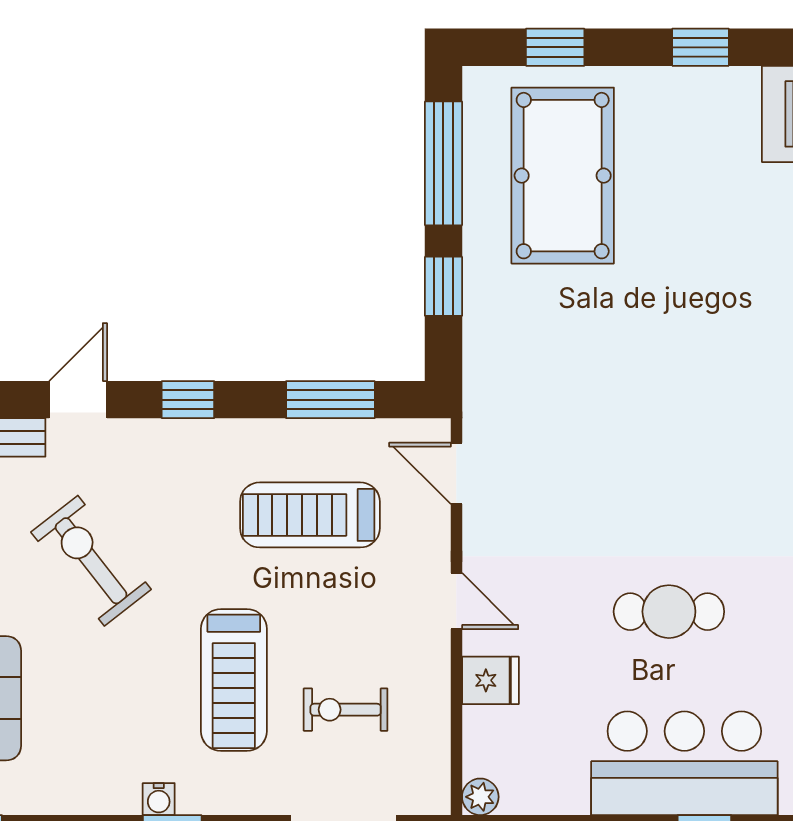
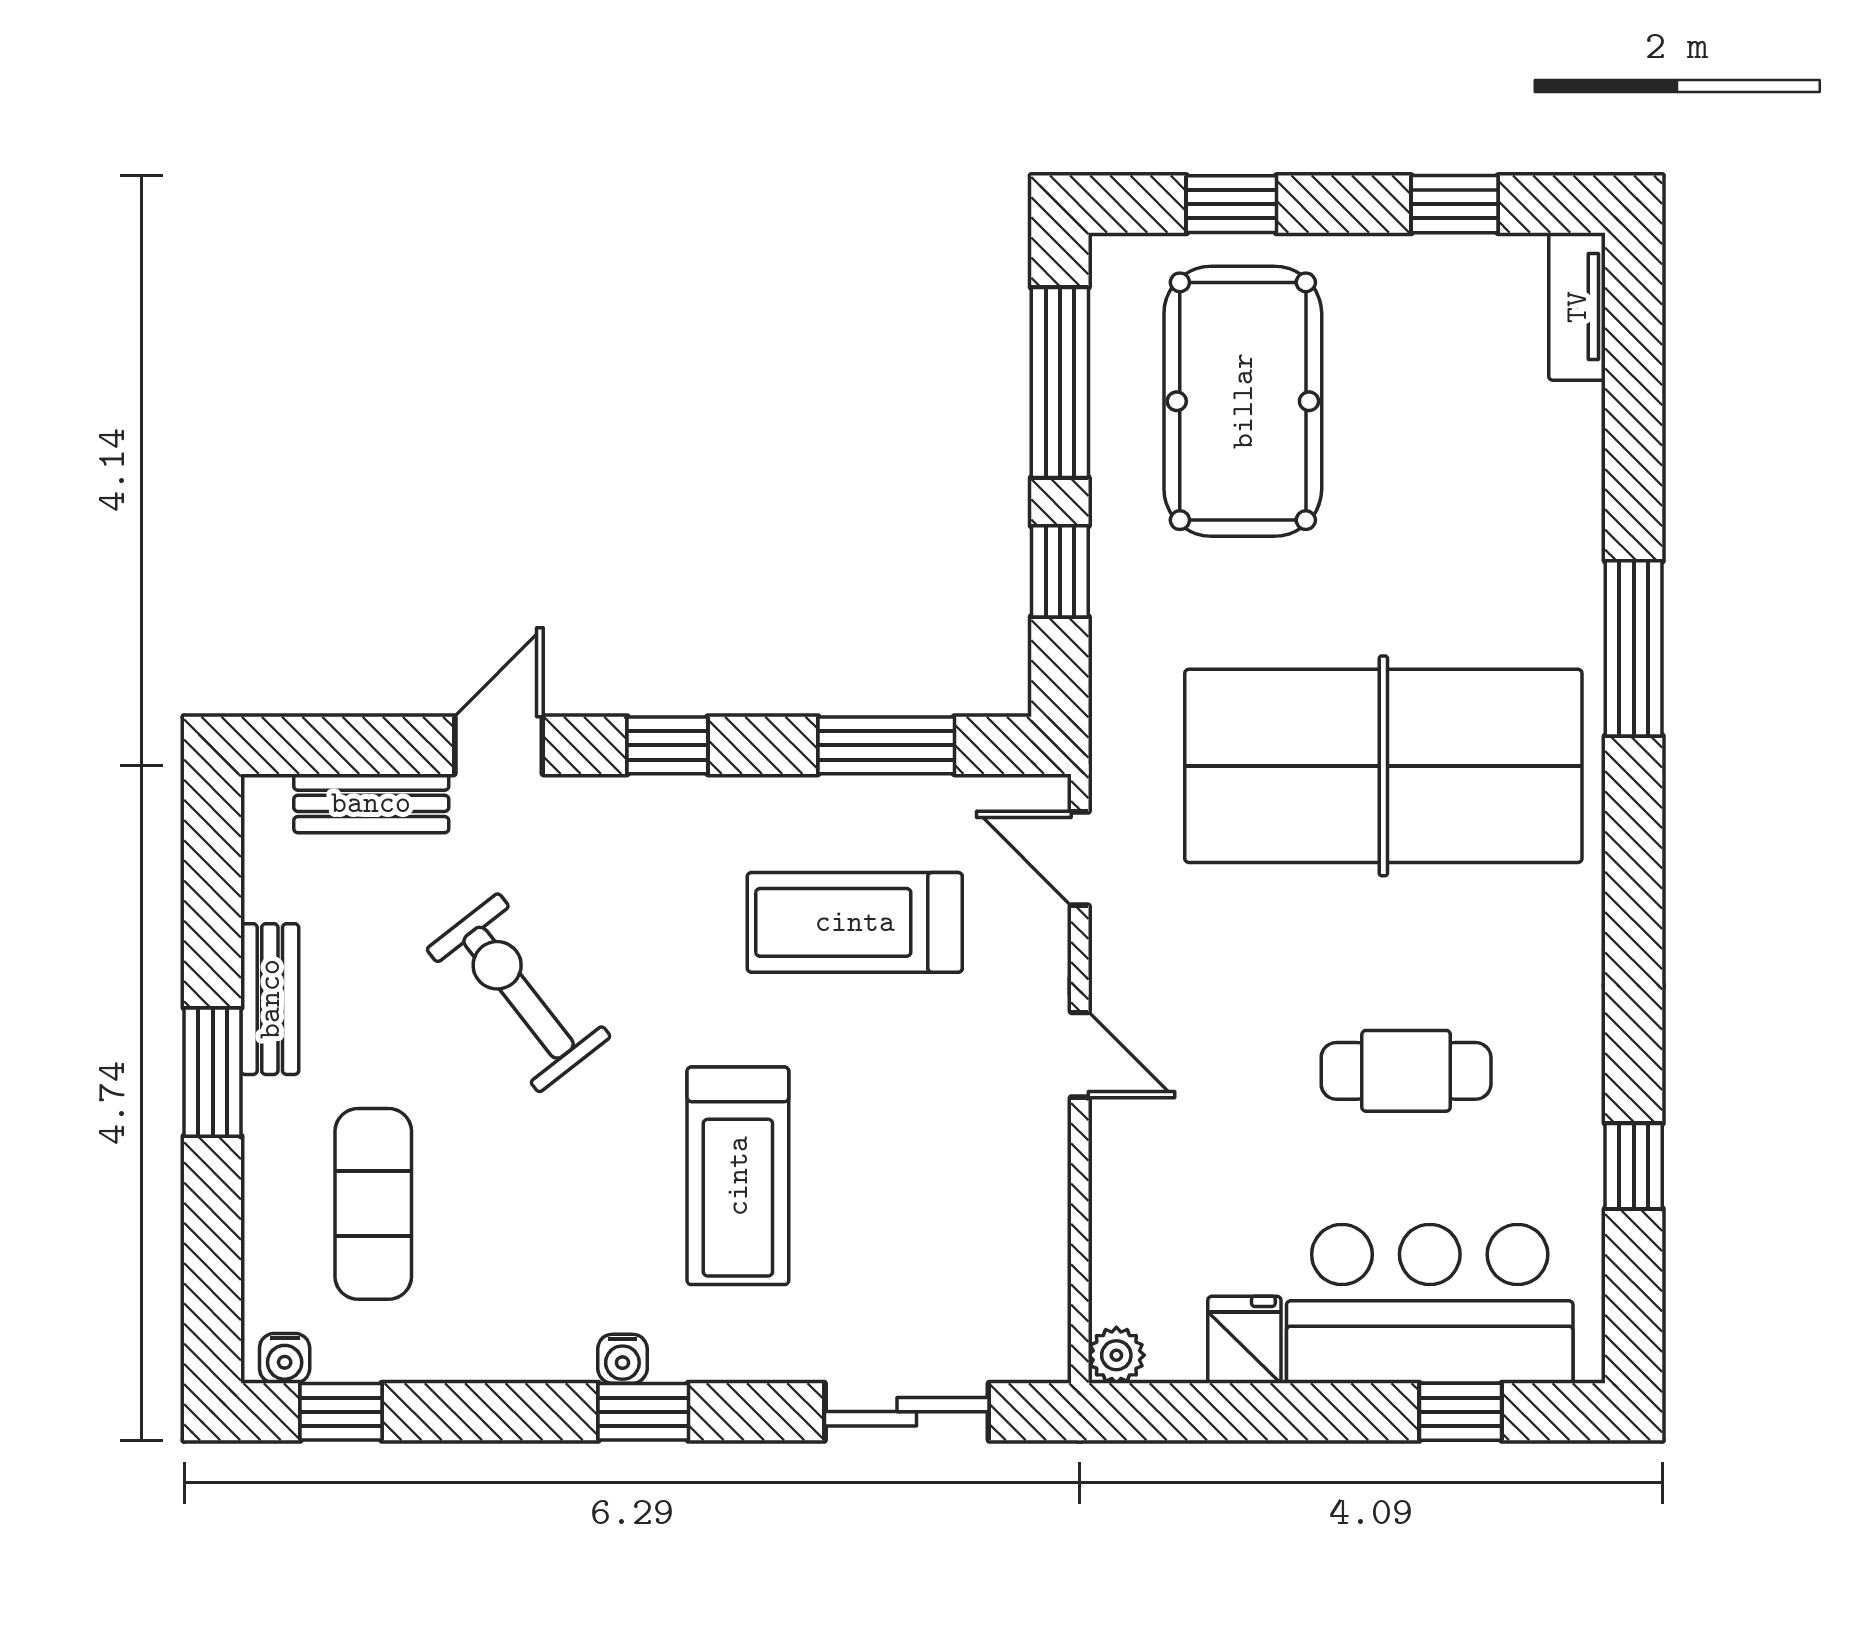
table tennis table: (654, 413) -> (1383, 766), added
fridge: (490, 680) -> (1244, 1340), moved, turned -90
exercise bike: (346, 710) -> (909, 1221), removed

